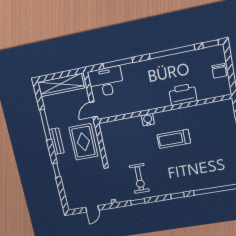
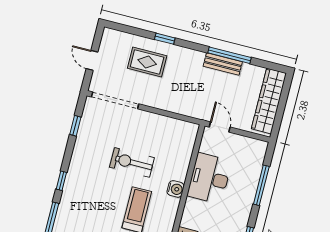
desk: (106, 82) -> (209, 178), moved, turned 180
bench: (57, 141) -> (223, 64), moved
rug: (83, 142) -> (147, 62), moved, width x0.73, depth x0.70
exercise bike: (139, 178) -> (132, 162), moved

